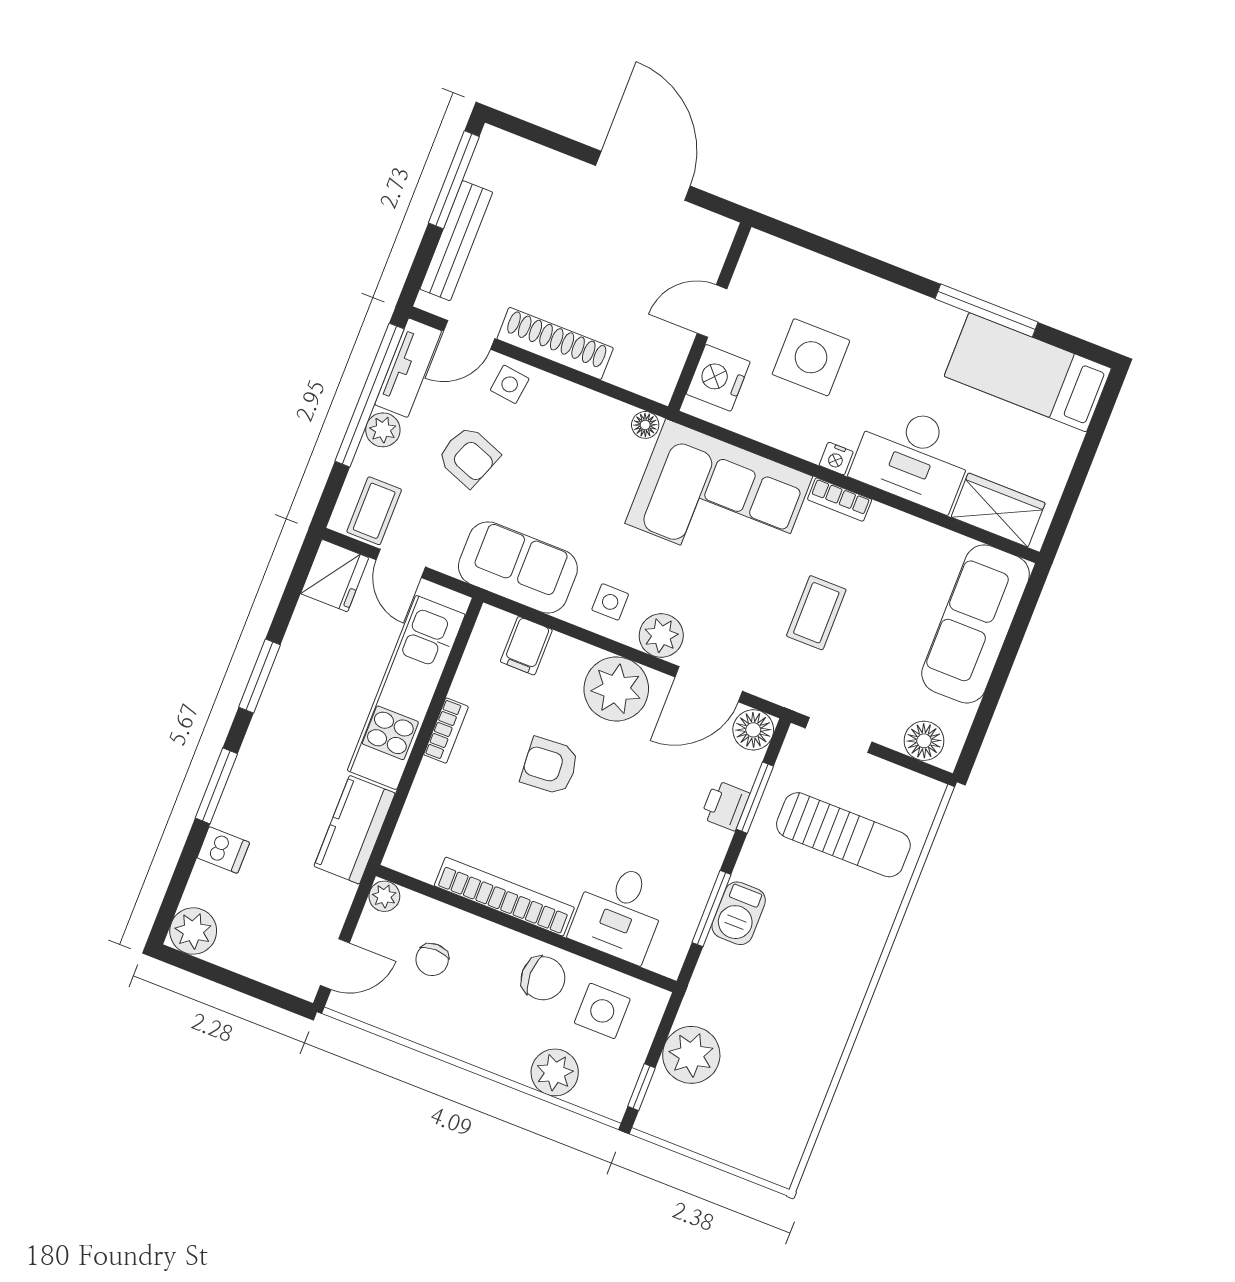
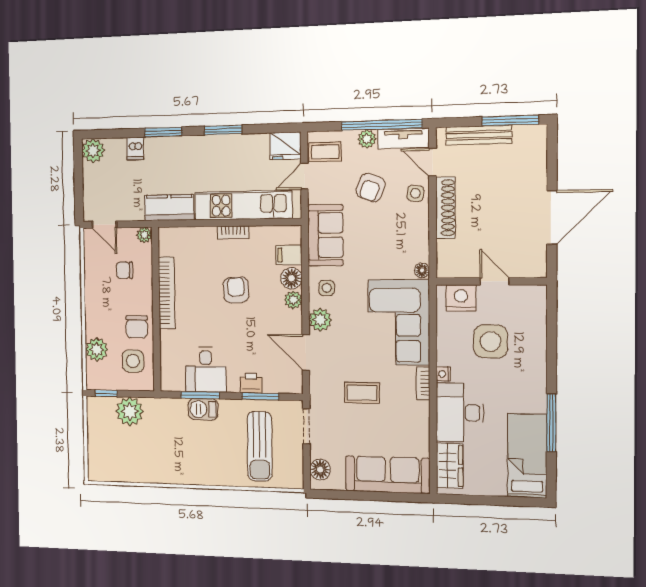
plant: (616, 689) -> (293, 300), width x0.53, depth x0.53
floor lamp: (753, 730) -> (291, 278), moved
desk: (619, 912) -> (206, 370), moved, turned -90

